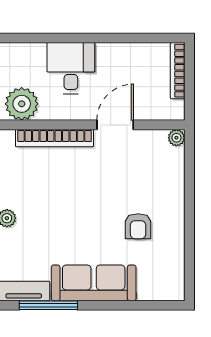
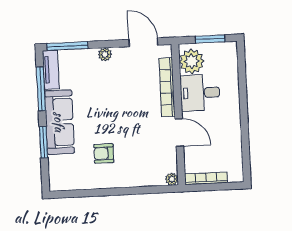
desk: (71, 68) -> (200, 93), moved, turned 180
bookcase: (178, 71) -> (206, 178), moved
window: (119, 305) -> (44, 142), added

